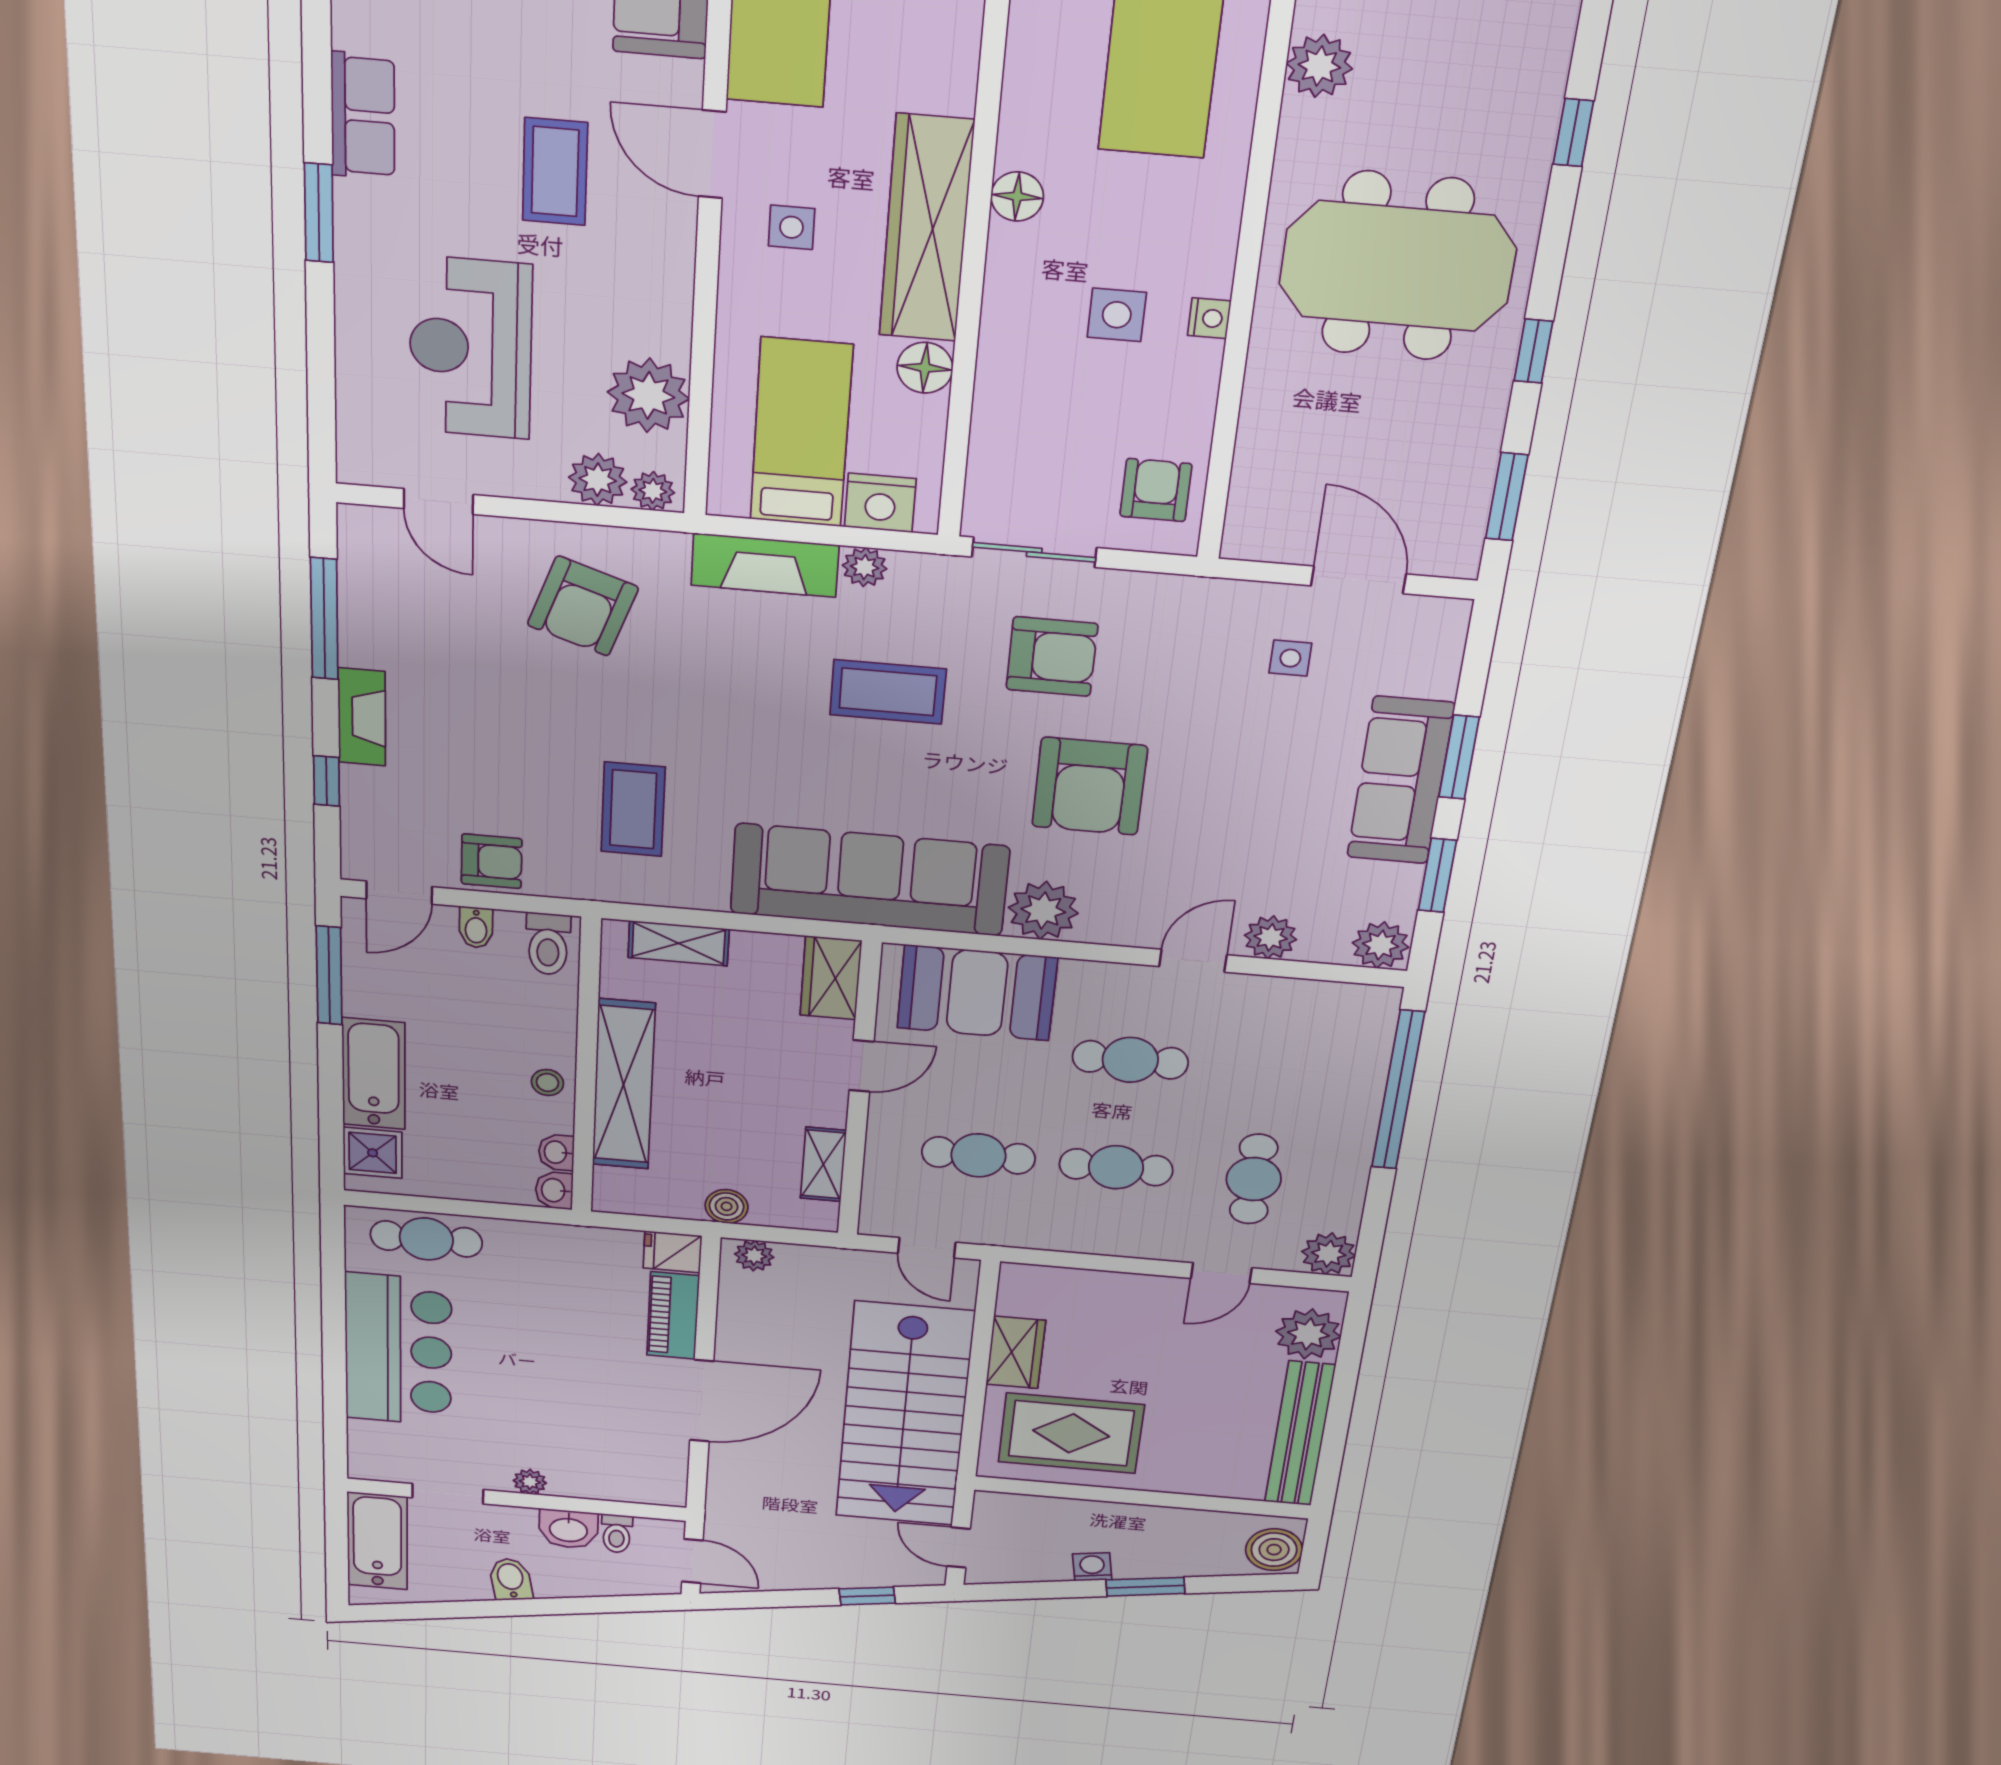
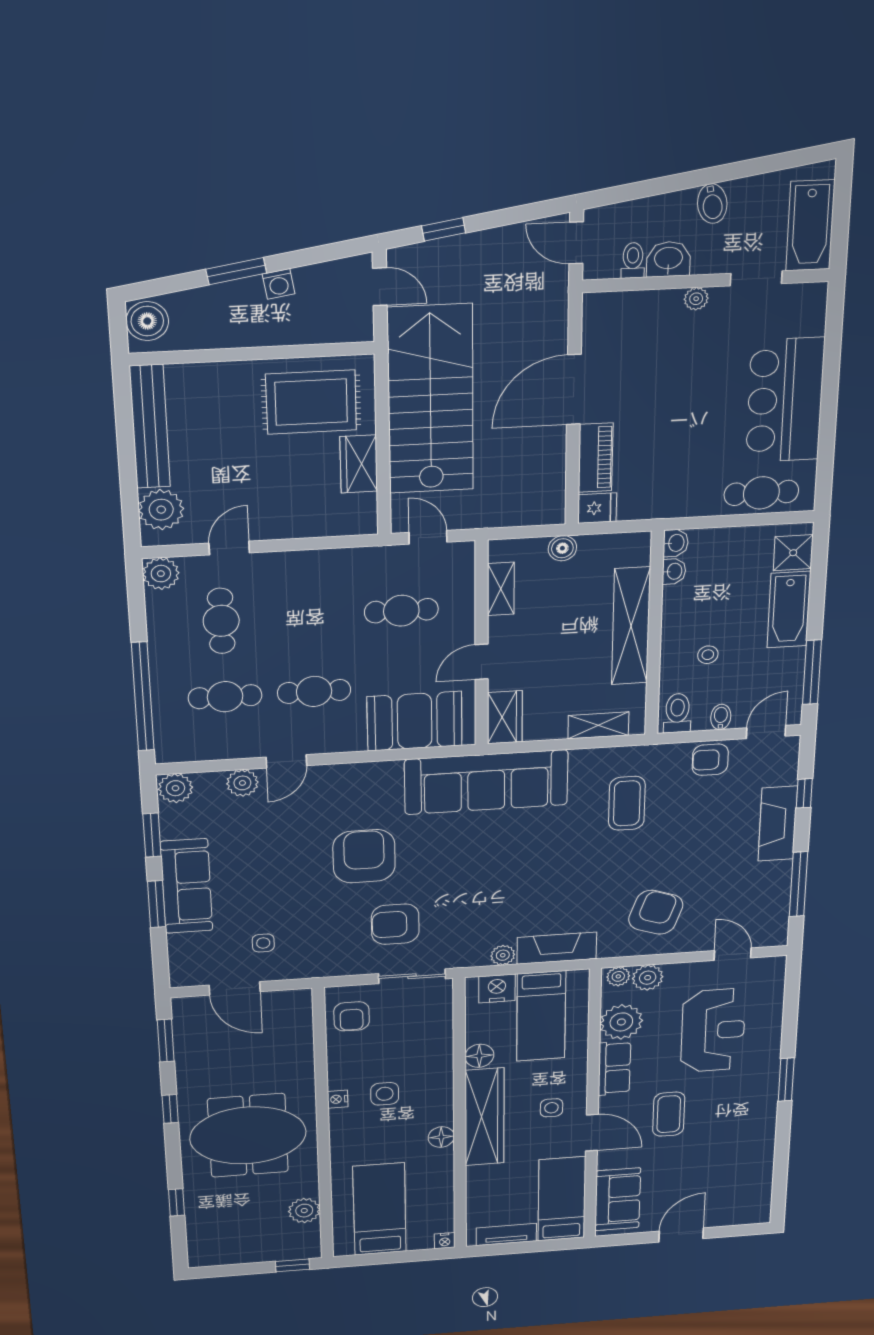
row of seats: (363, 116) -> (614, 1068), moved, turned 180
coffee table: (888, 692) -> (485, 892), removed
fireplace: (362, 717) -> (778, 824), width x1.37, depth x1.32
plant: (1043, 910) -> (381, 779), removed
stool: (547, 1083) -> (708, 655), moved
cafe table: (1116, 1167) -> (225, 697), moved
plant: (754, 1256) -> (542, 513), removed

